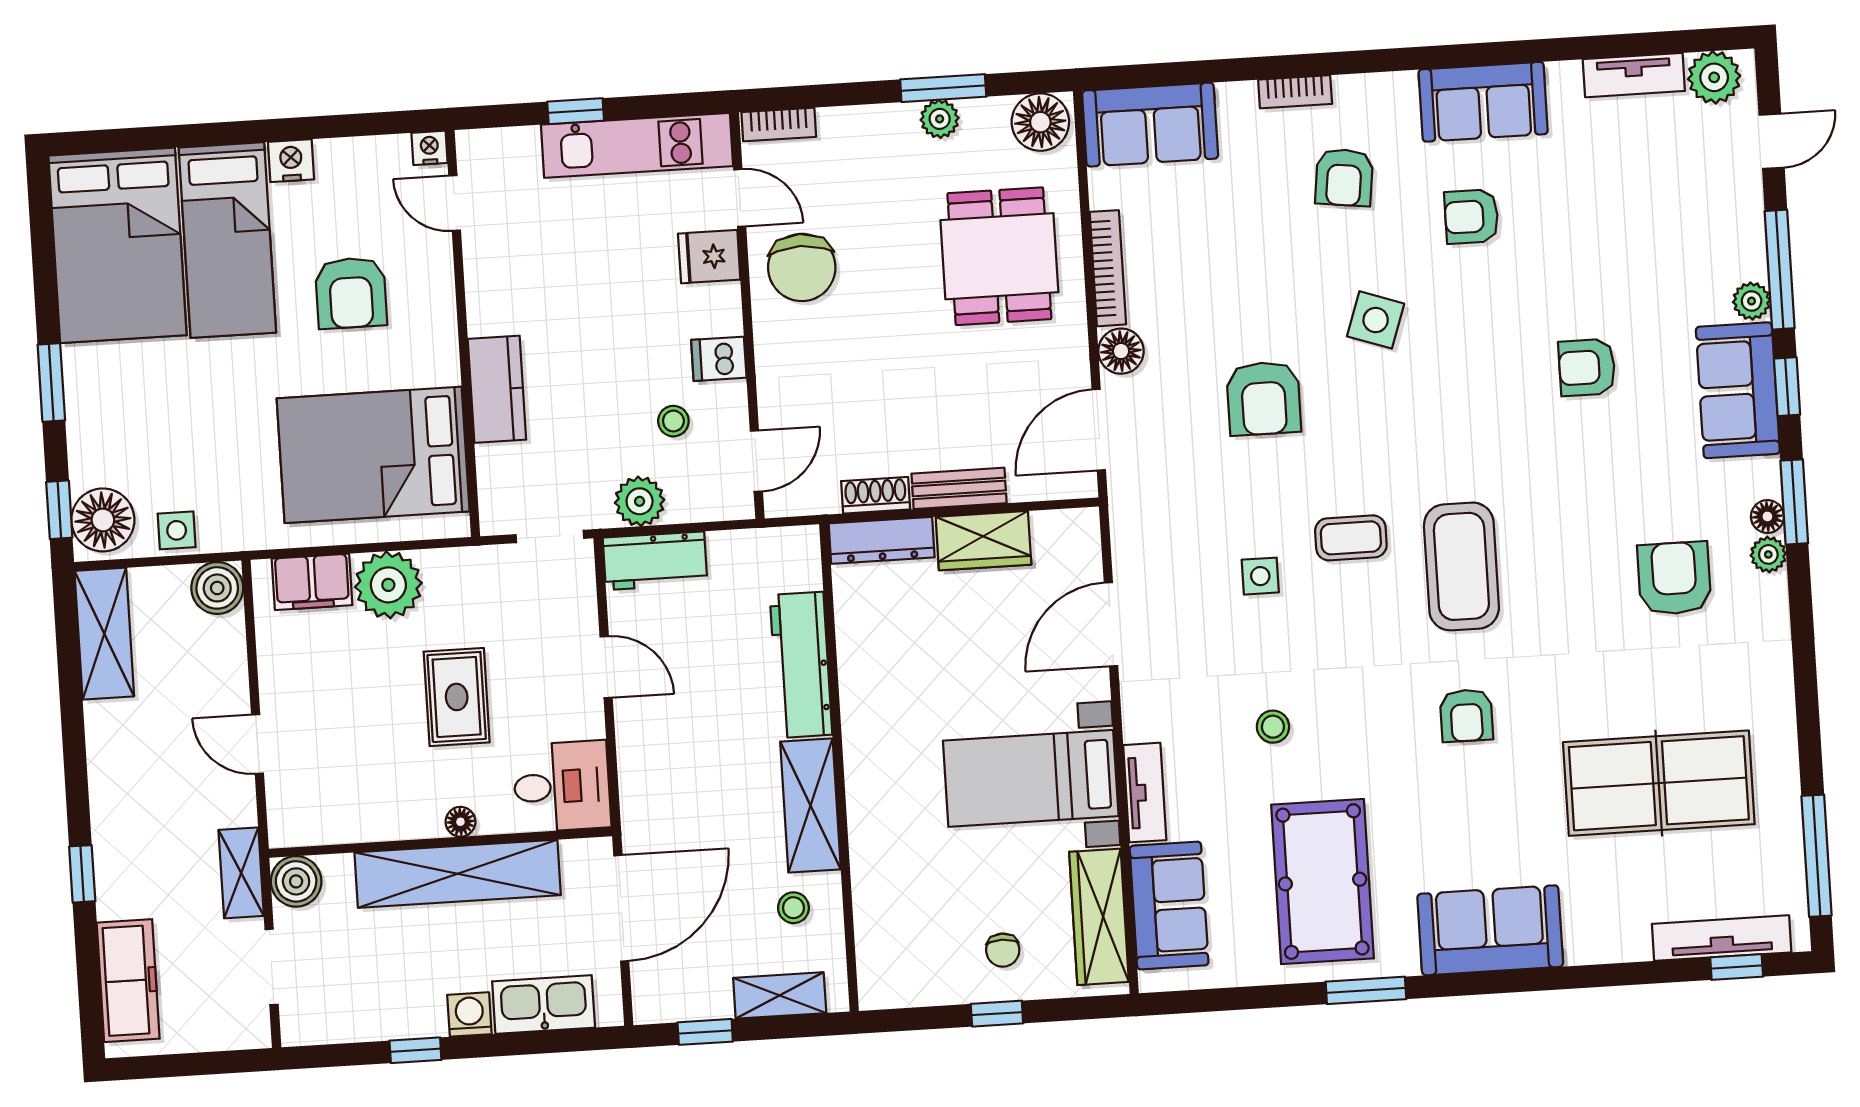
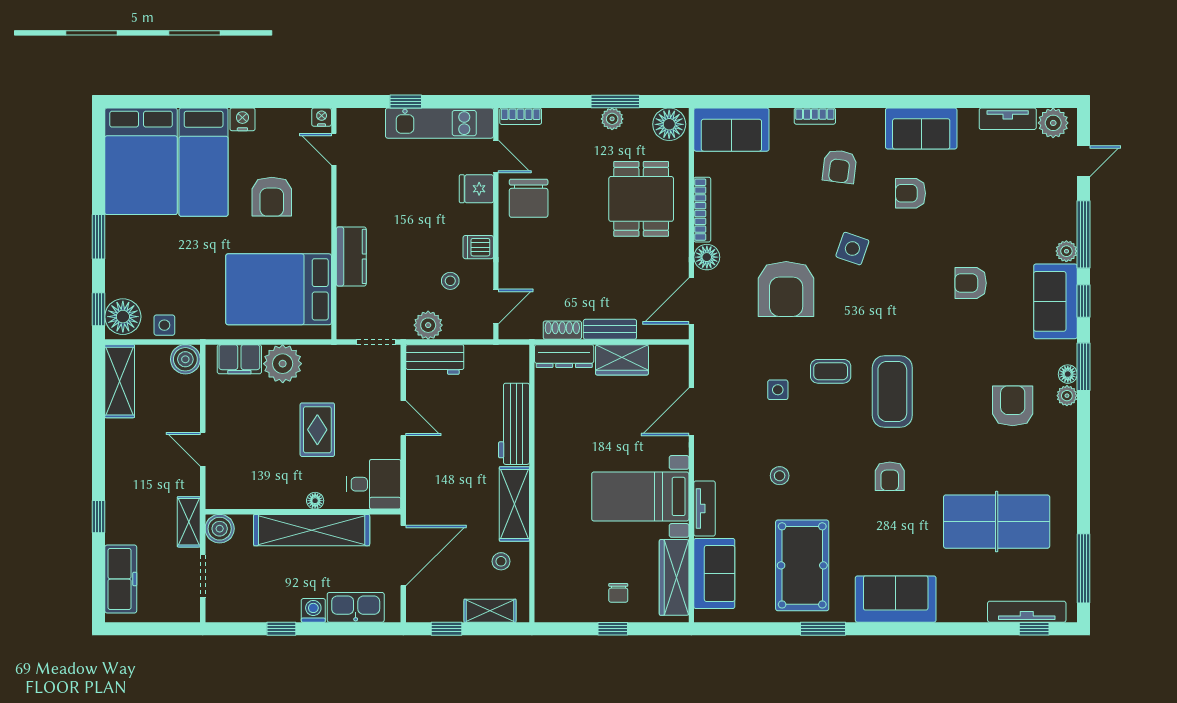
armchair: (1264, 398) -> (786, 289), width x1.36, depth x1.36

